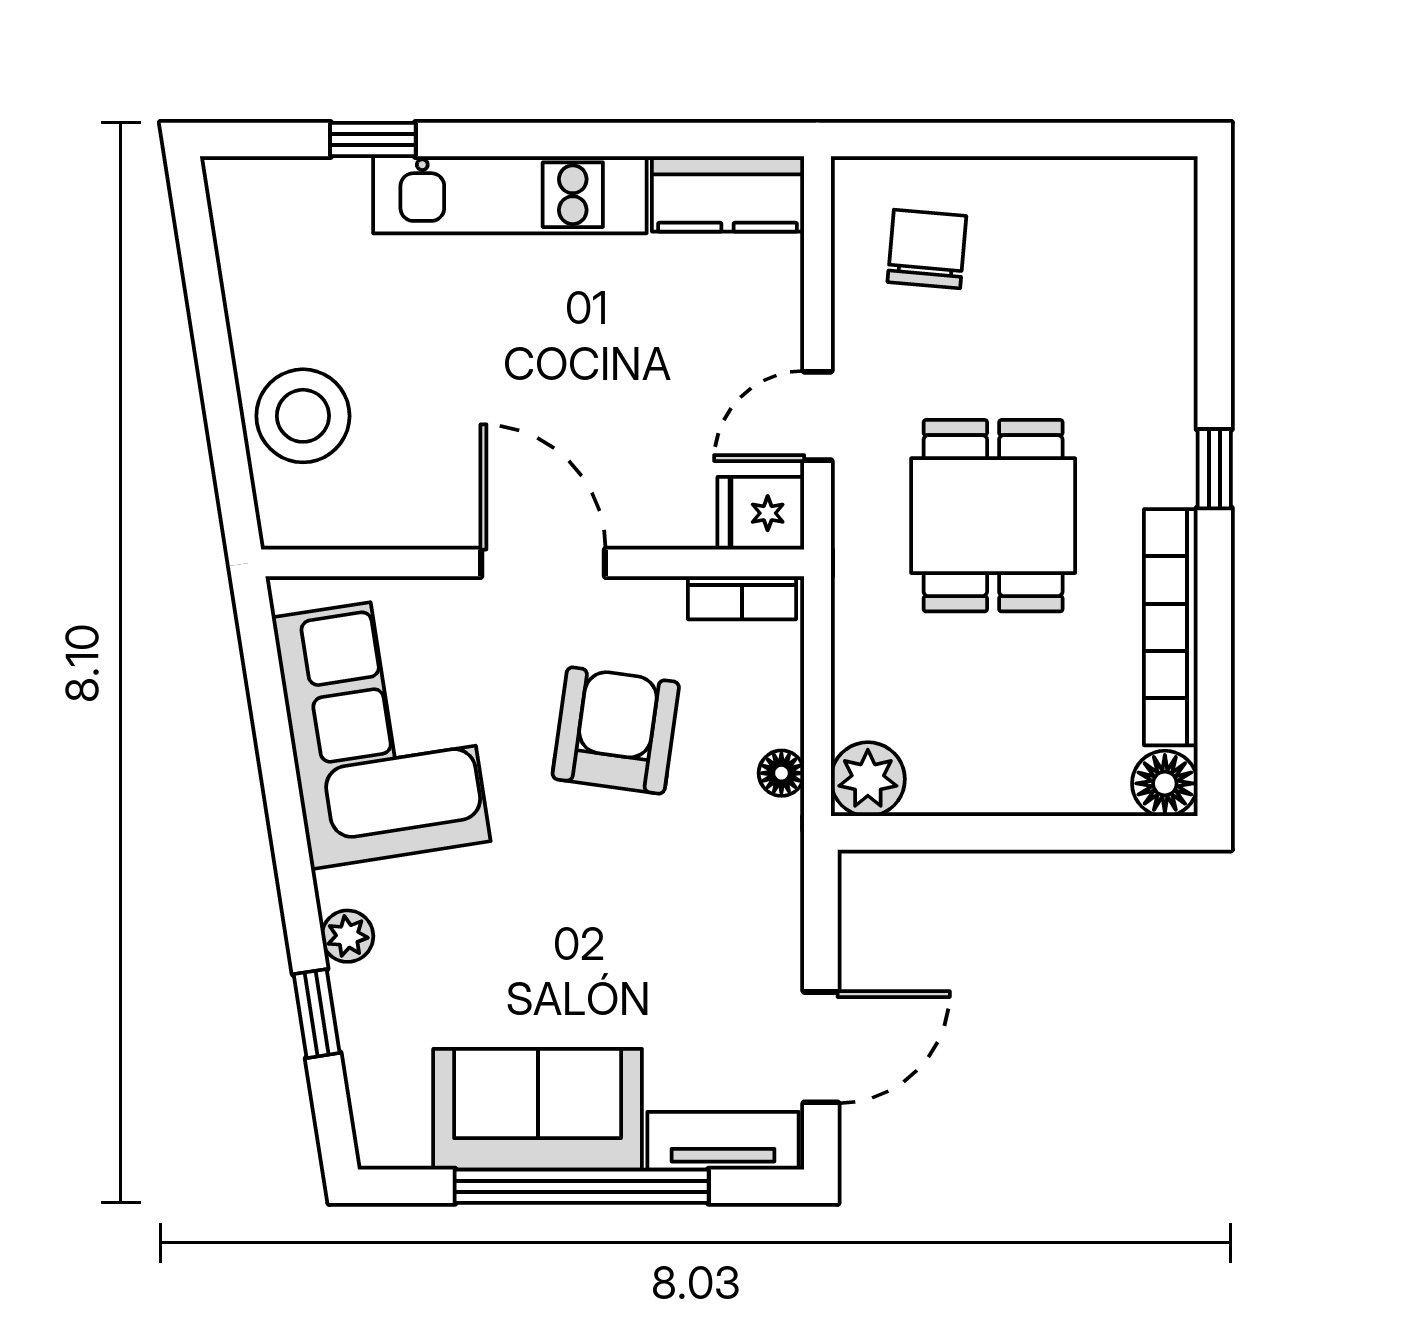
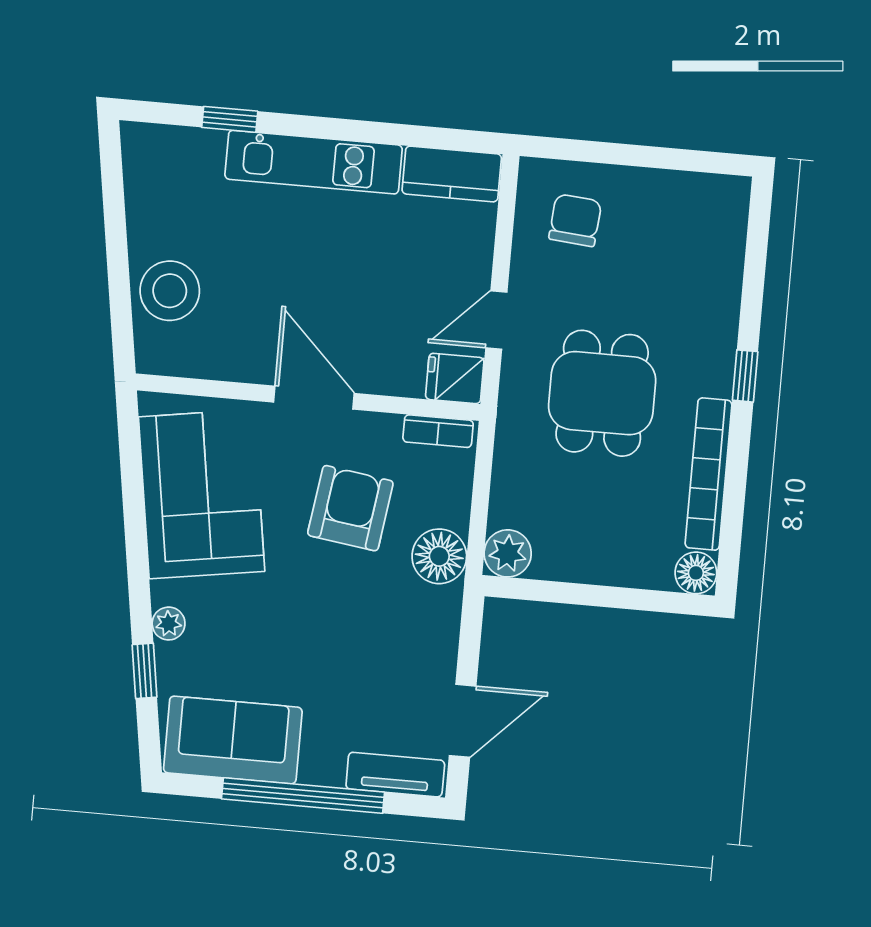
floor lamp: (781, 773) -> (439, 556), width x1.89, depth x1.89
sofa: (538, 1109) -> (233, 740), moved

